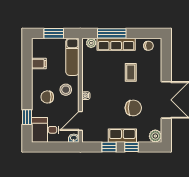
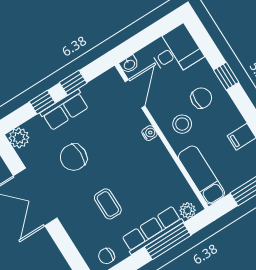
window: (27, 117) -> (226, 76), moved

